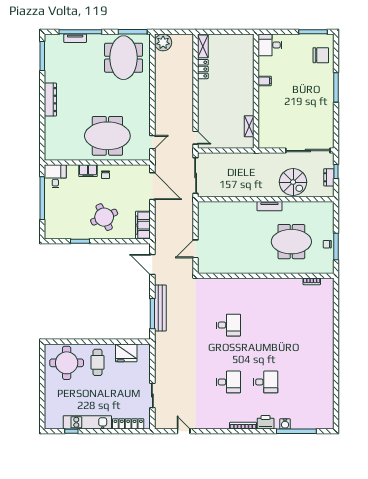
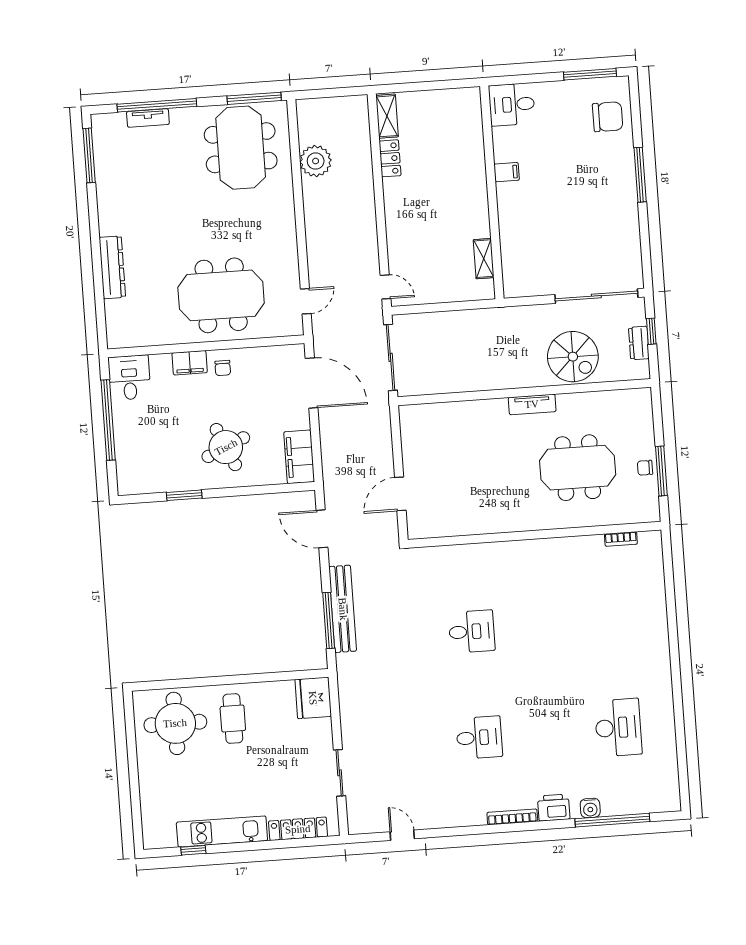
plant: (163, 42) -> (316, 161), moved
dresser: (50, 100) -> (112, 267), moved
fridge: (126, 353) -> (313, 698), moved, turned 90
desk: (266, 382) -> (618, 728), moved, width x1.37

